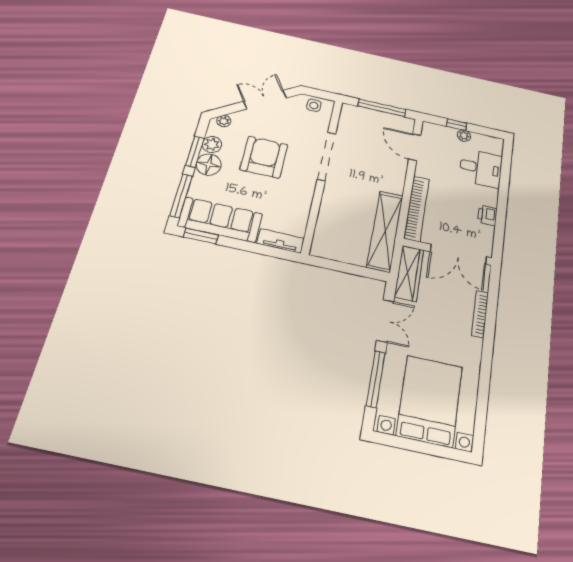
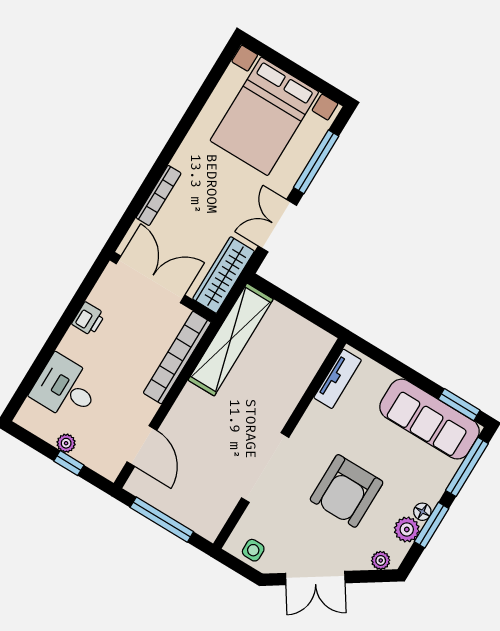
floor lamp: (209, 165) -> (422, 512), width x0.53, depth x0.53
tv unit: (280, 241) -> (338, 379), moved, turned -90

